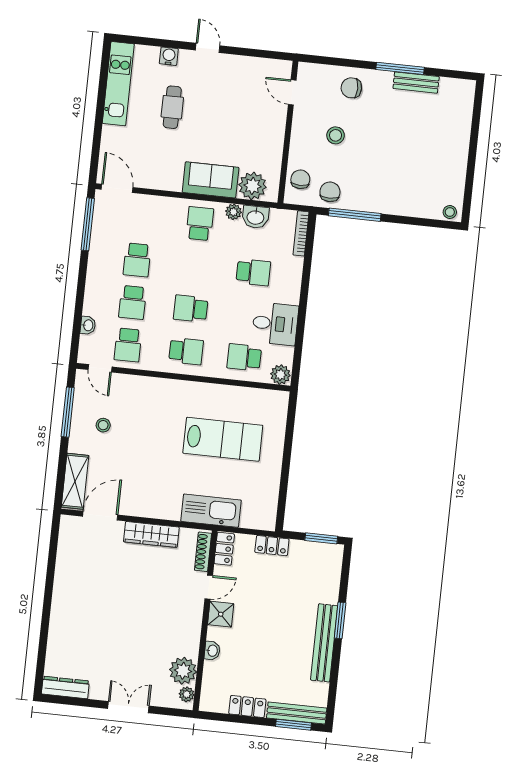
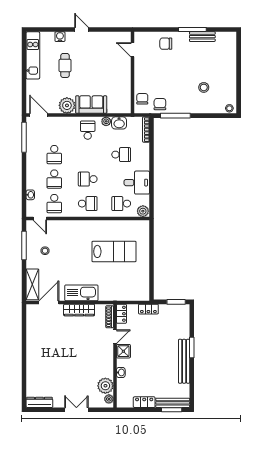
stool: (336, 135) -> (204, 87), moved
plant: (253, 186) -> (67, 105), moved
kitchen sink: (211, 511) -> (81, 293), moved

